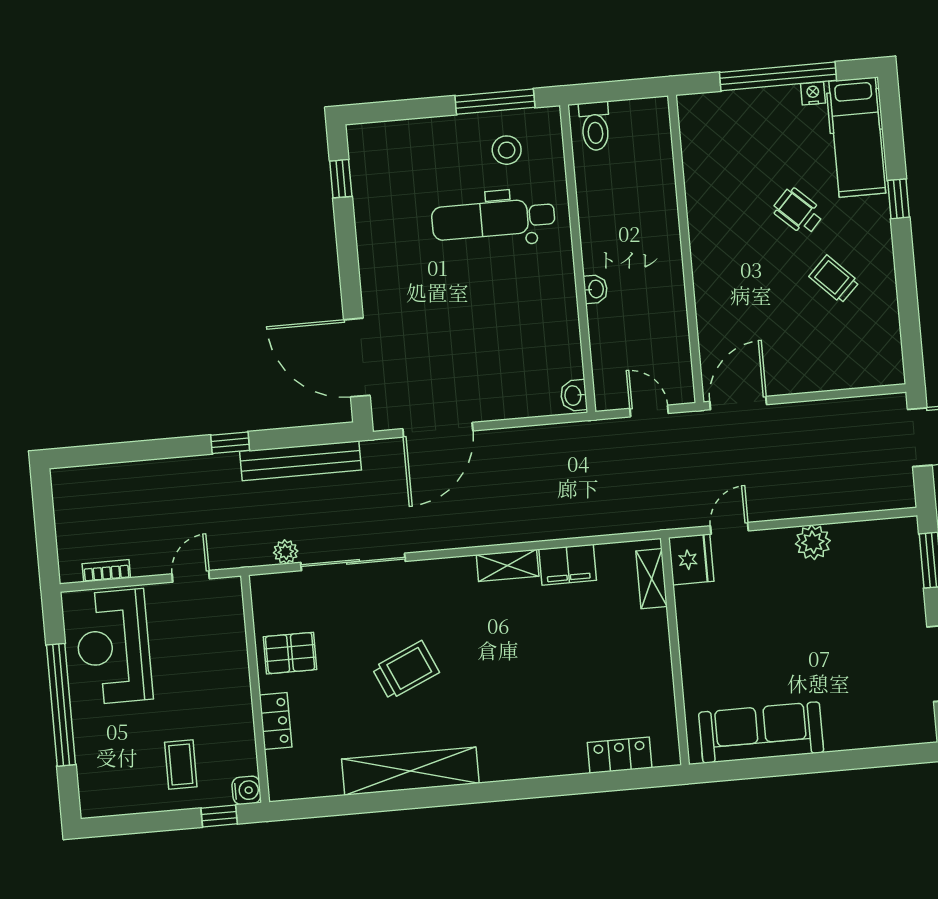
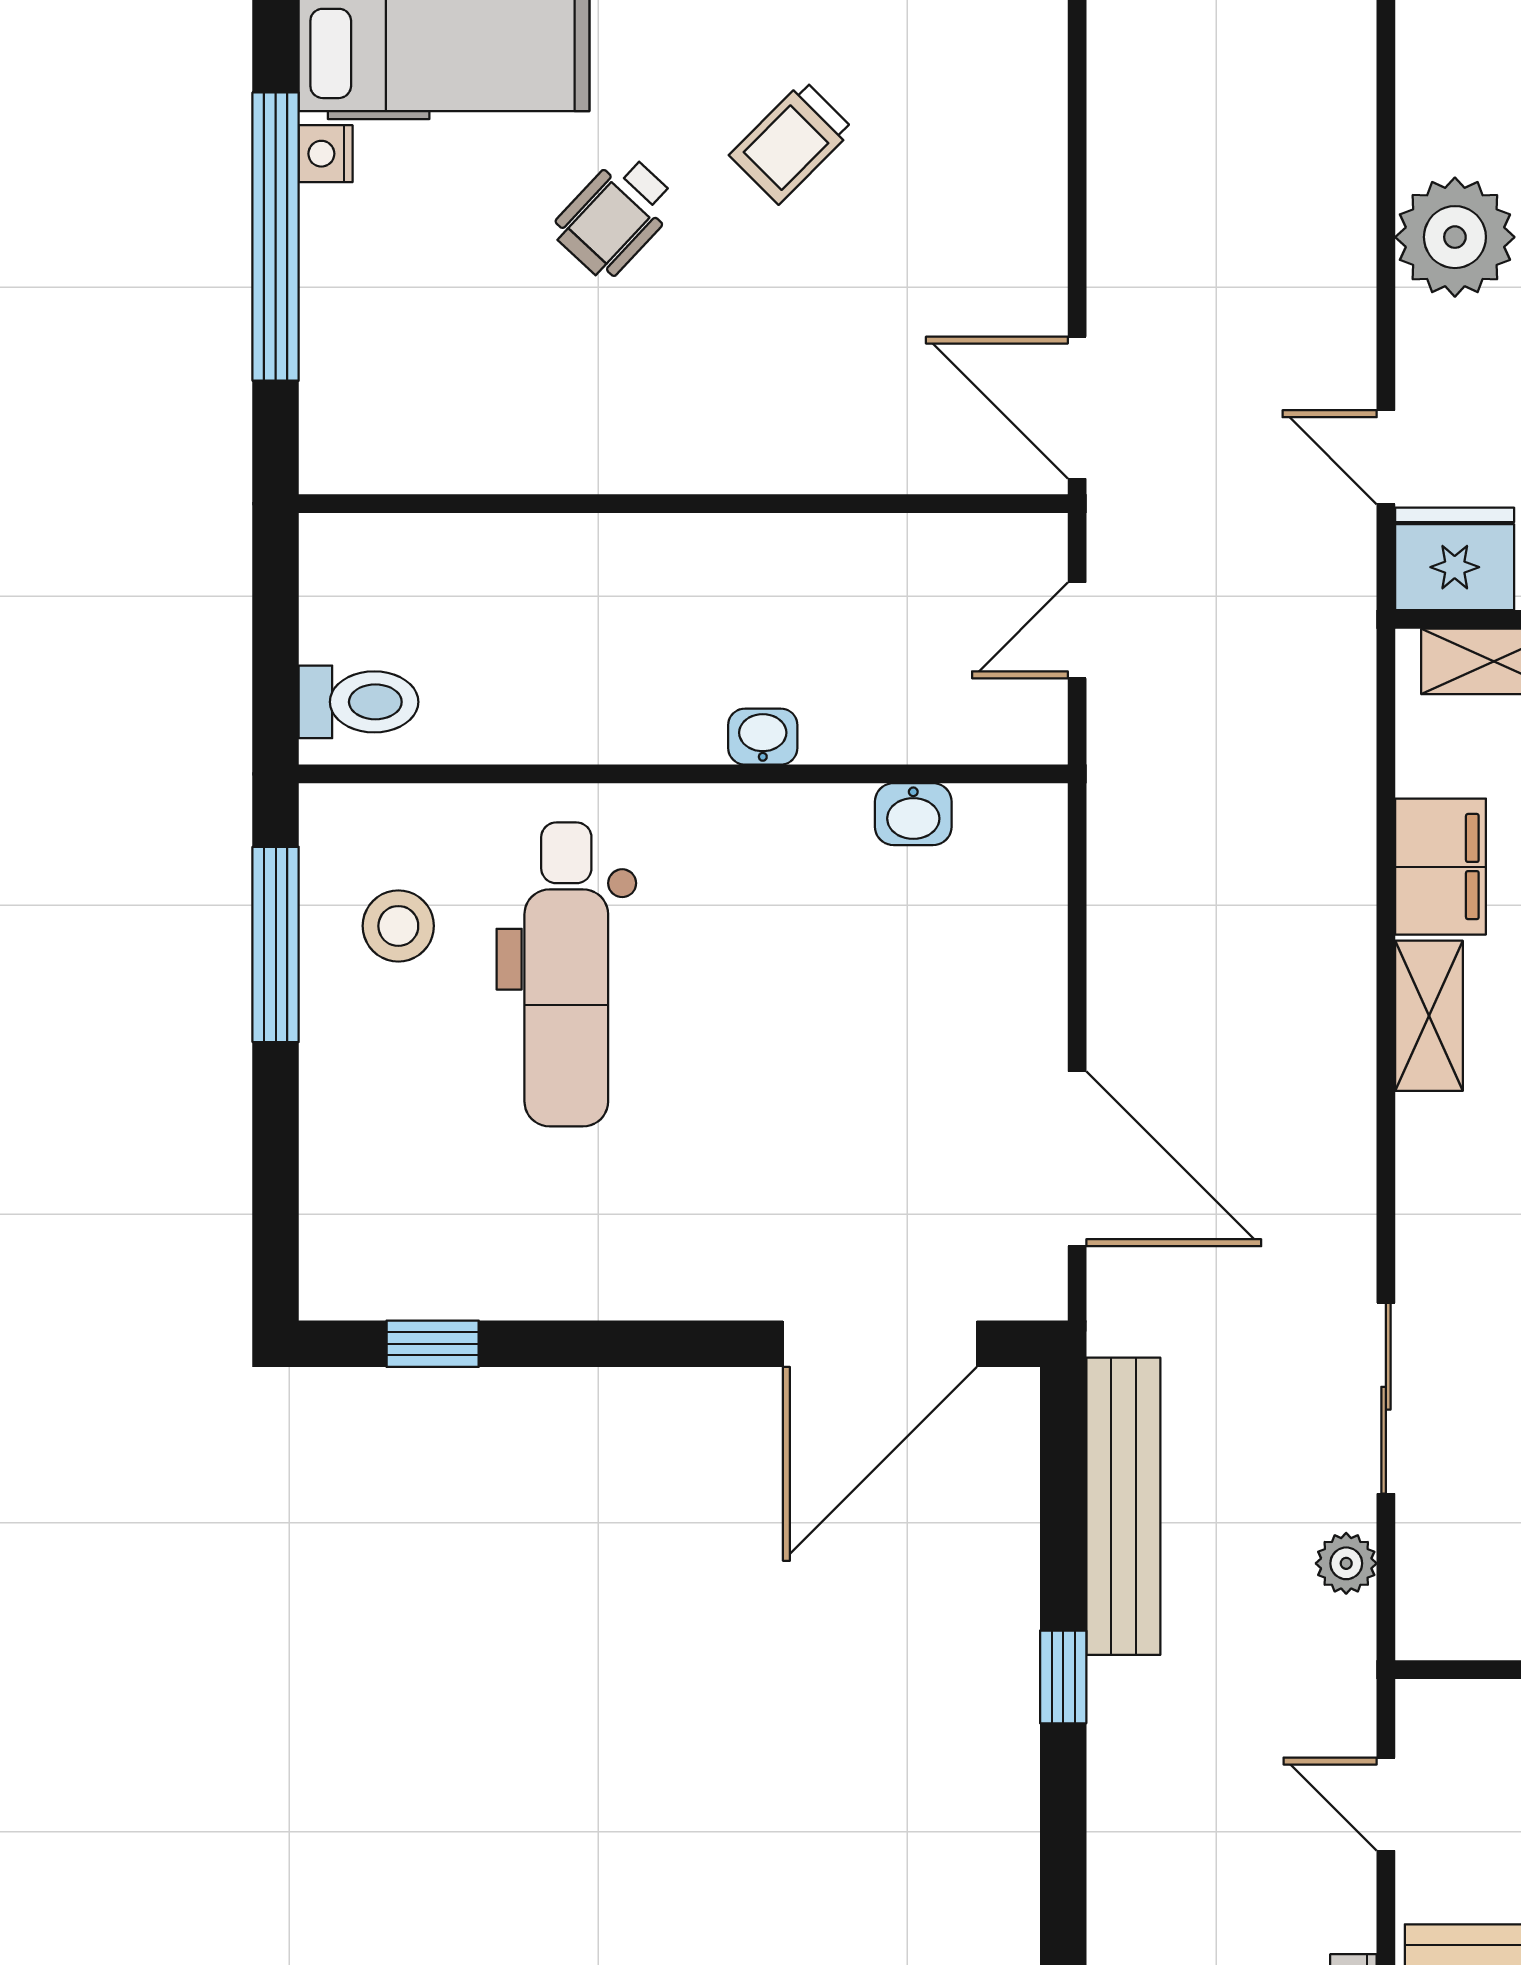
washbasin: (574, 395) -> (913, 814), moved
plant: (813, 542) -> (1455, 237), width x1.36, depth x1.36
sliding door: (353, 562) -> (1386, 1398), width x0.73

